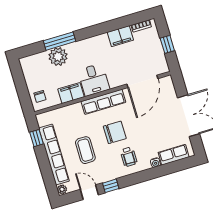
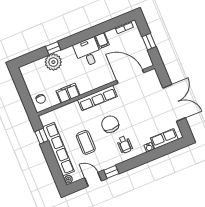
filing cabinet: (120, 36) -> (102, 40), width x0.50
window: (59, 41) -> (53, 48), width x0.46
desk: (94, 80) -> (88, 52), moved, turned 180
door: (142, 81) -> (130, 77), swing flipped
chair: (115, 132) -> (110, 124), turned -90

